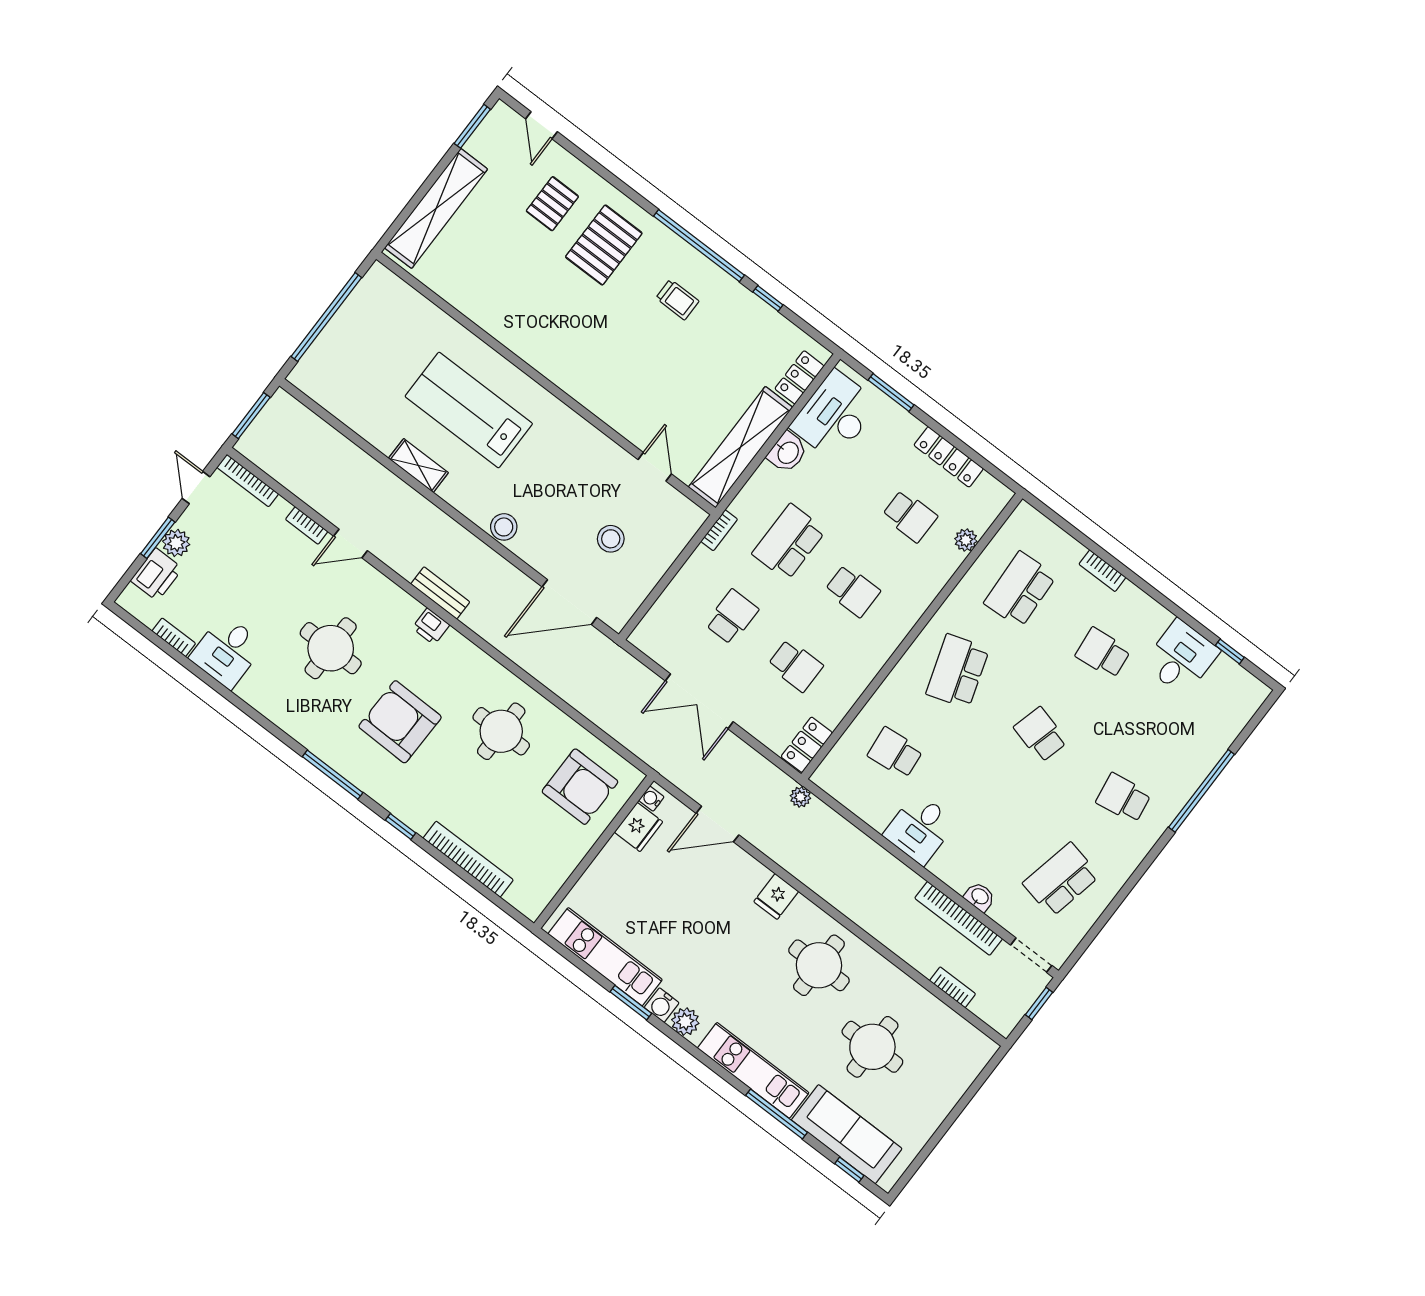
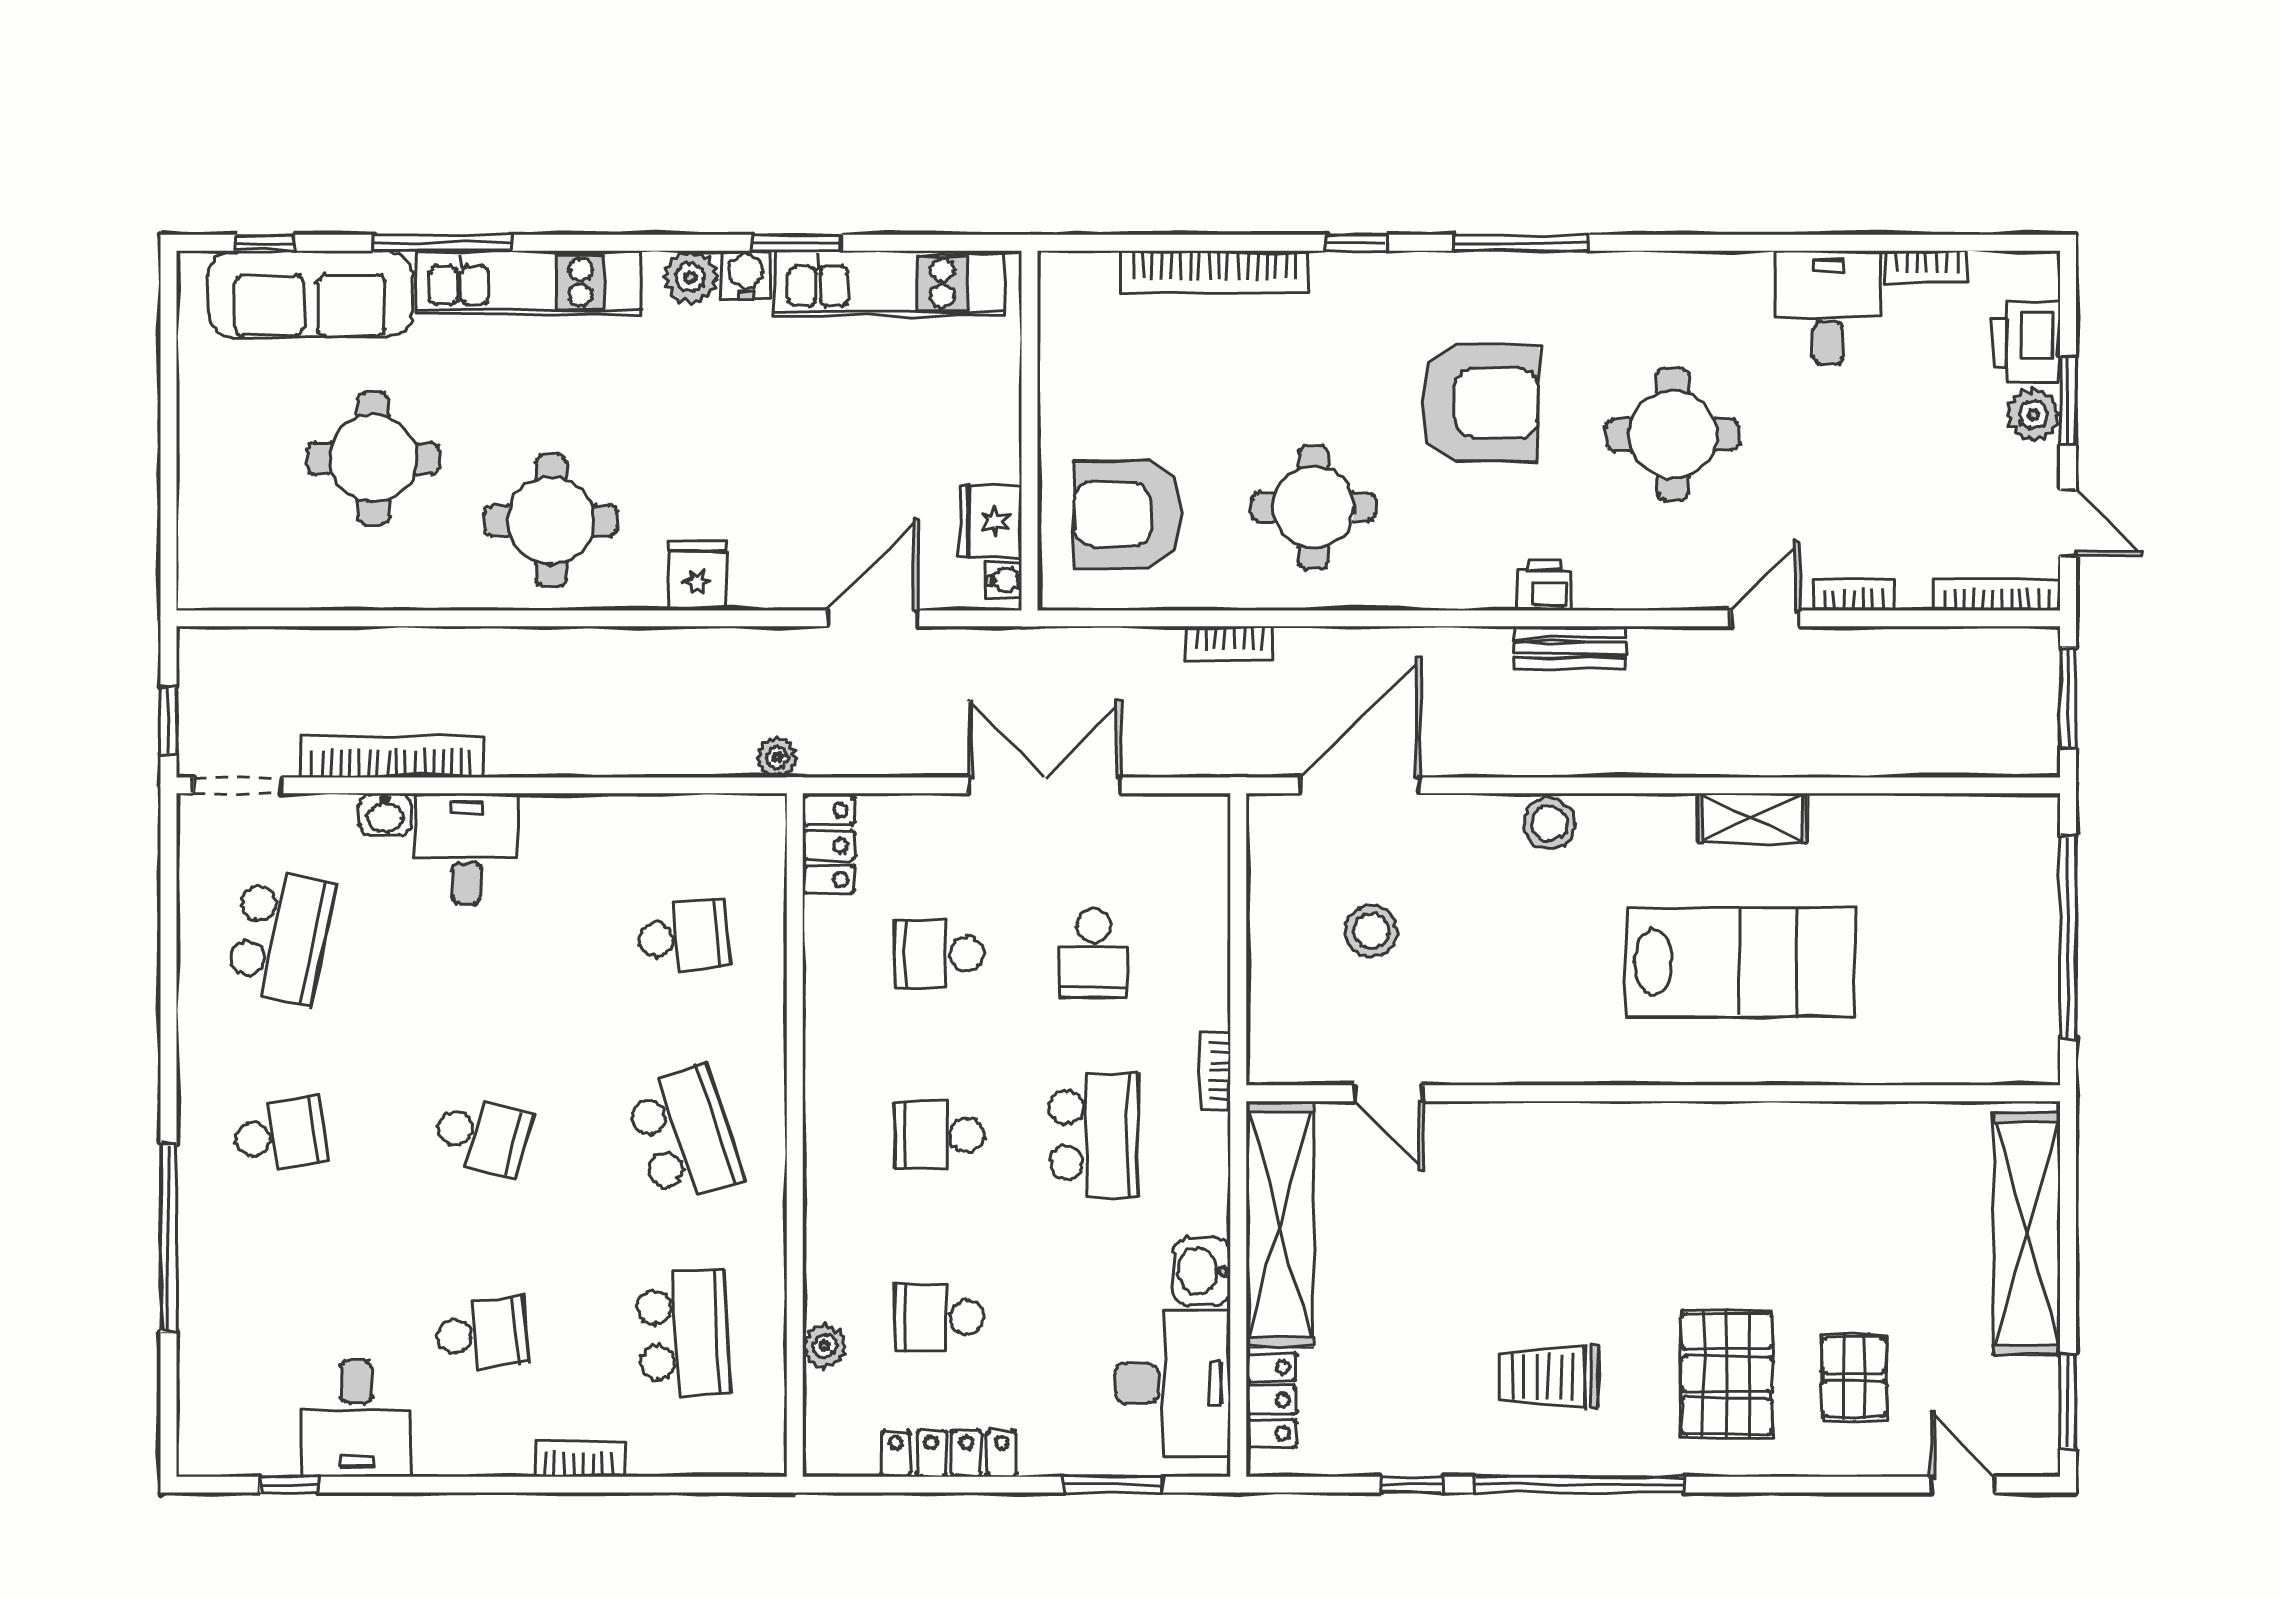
trolley: (677, 300) -> (1550, 1376), width x1.36, depth x1.39
desk: (920, 829) -> (467, 849), moved
bookcase: (952, 987) -> (1230, 644), moved

